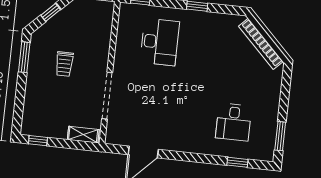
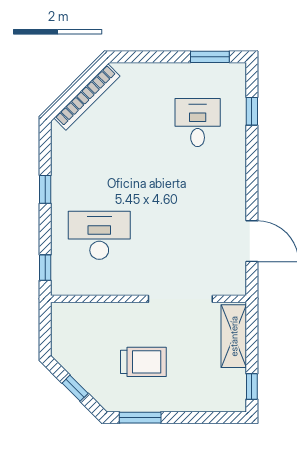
trolley: (64, 64) -> (143, 362), width x1.36, depth x1.39
desk: (234, 122) -> (198, 123), turned -90
shelving: (83, 135) -> (234, 336), width x1.50, depth x1.33

